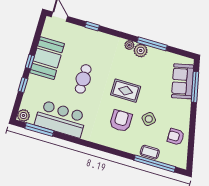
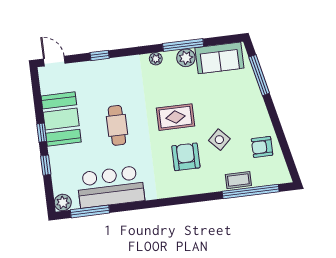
plant: (141, 50) -> (186, 58), moved
sofa: (183, 81) -> (219, 58), moved, turned -78

